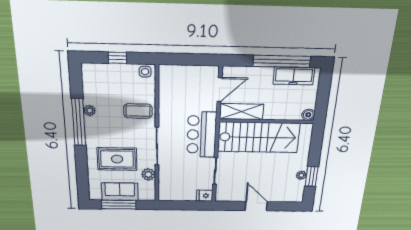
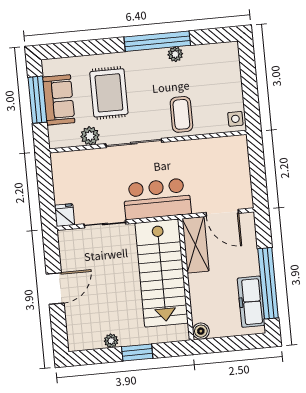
window: (117, 58) -> (249, 84), removed
window: (312, 177) -> (137, 352), moved

